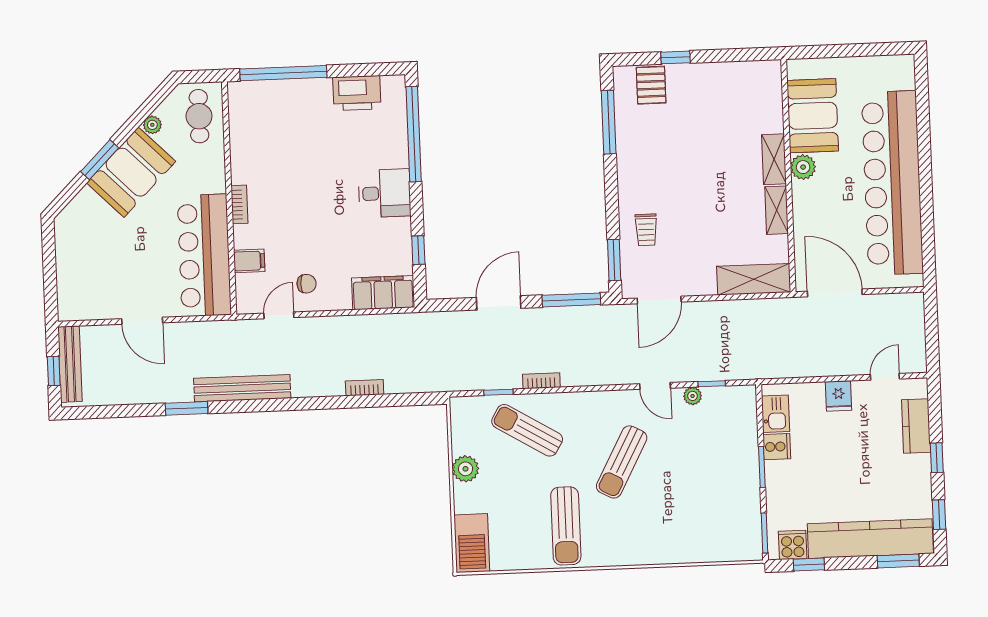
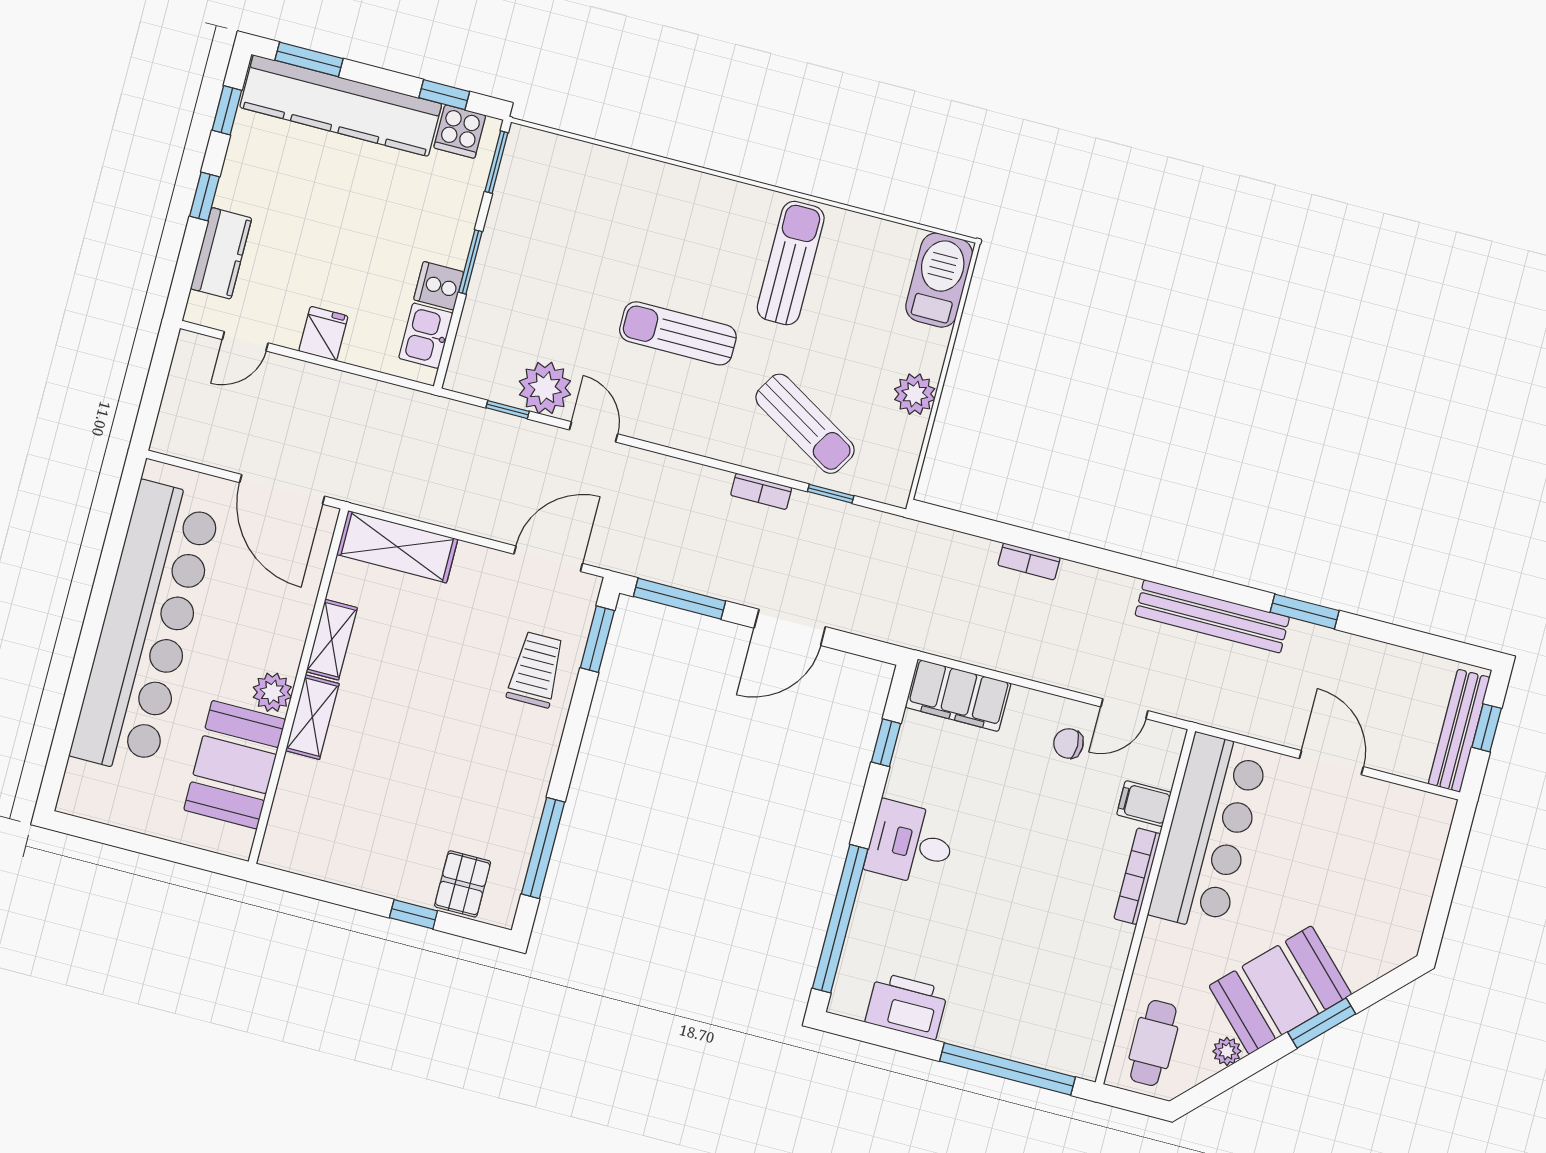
bookcase: (239, 204) -> (1137, 876), width x1.56
trolley: (646, 230) -> (536, 670), width x1.36, depth x1.39
plant: (693, 396) -> (545, 388), width x1.88, depth x1.88
sun lounger: (622, 462) -> (678, 333), turned -118

